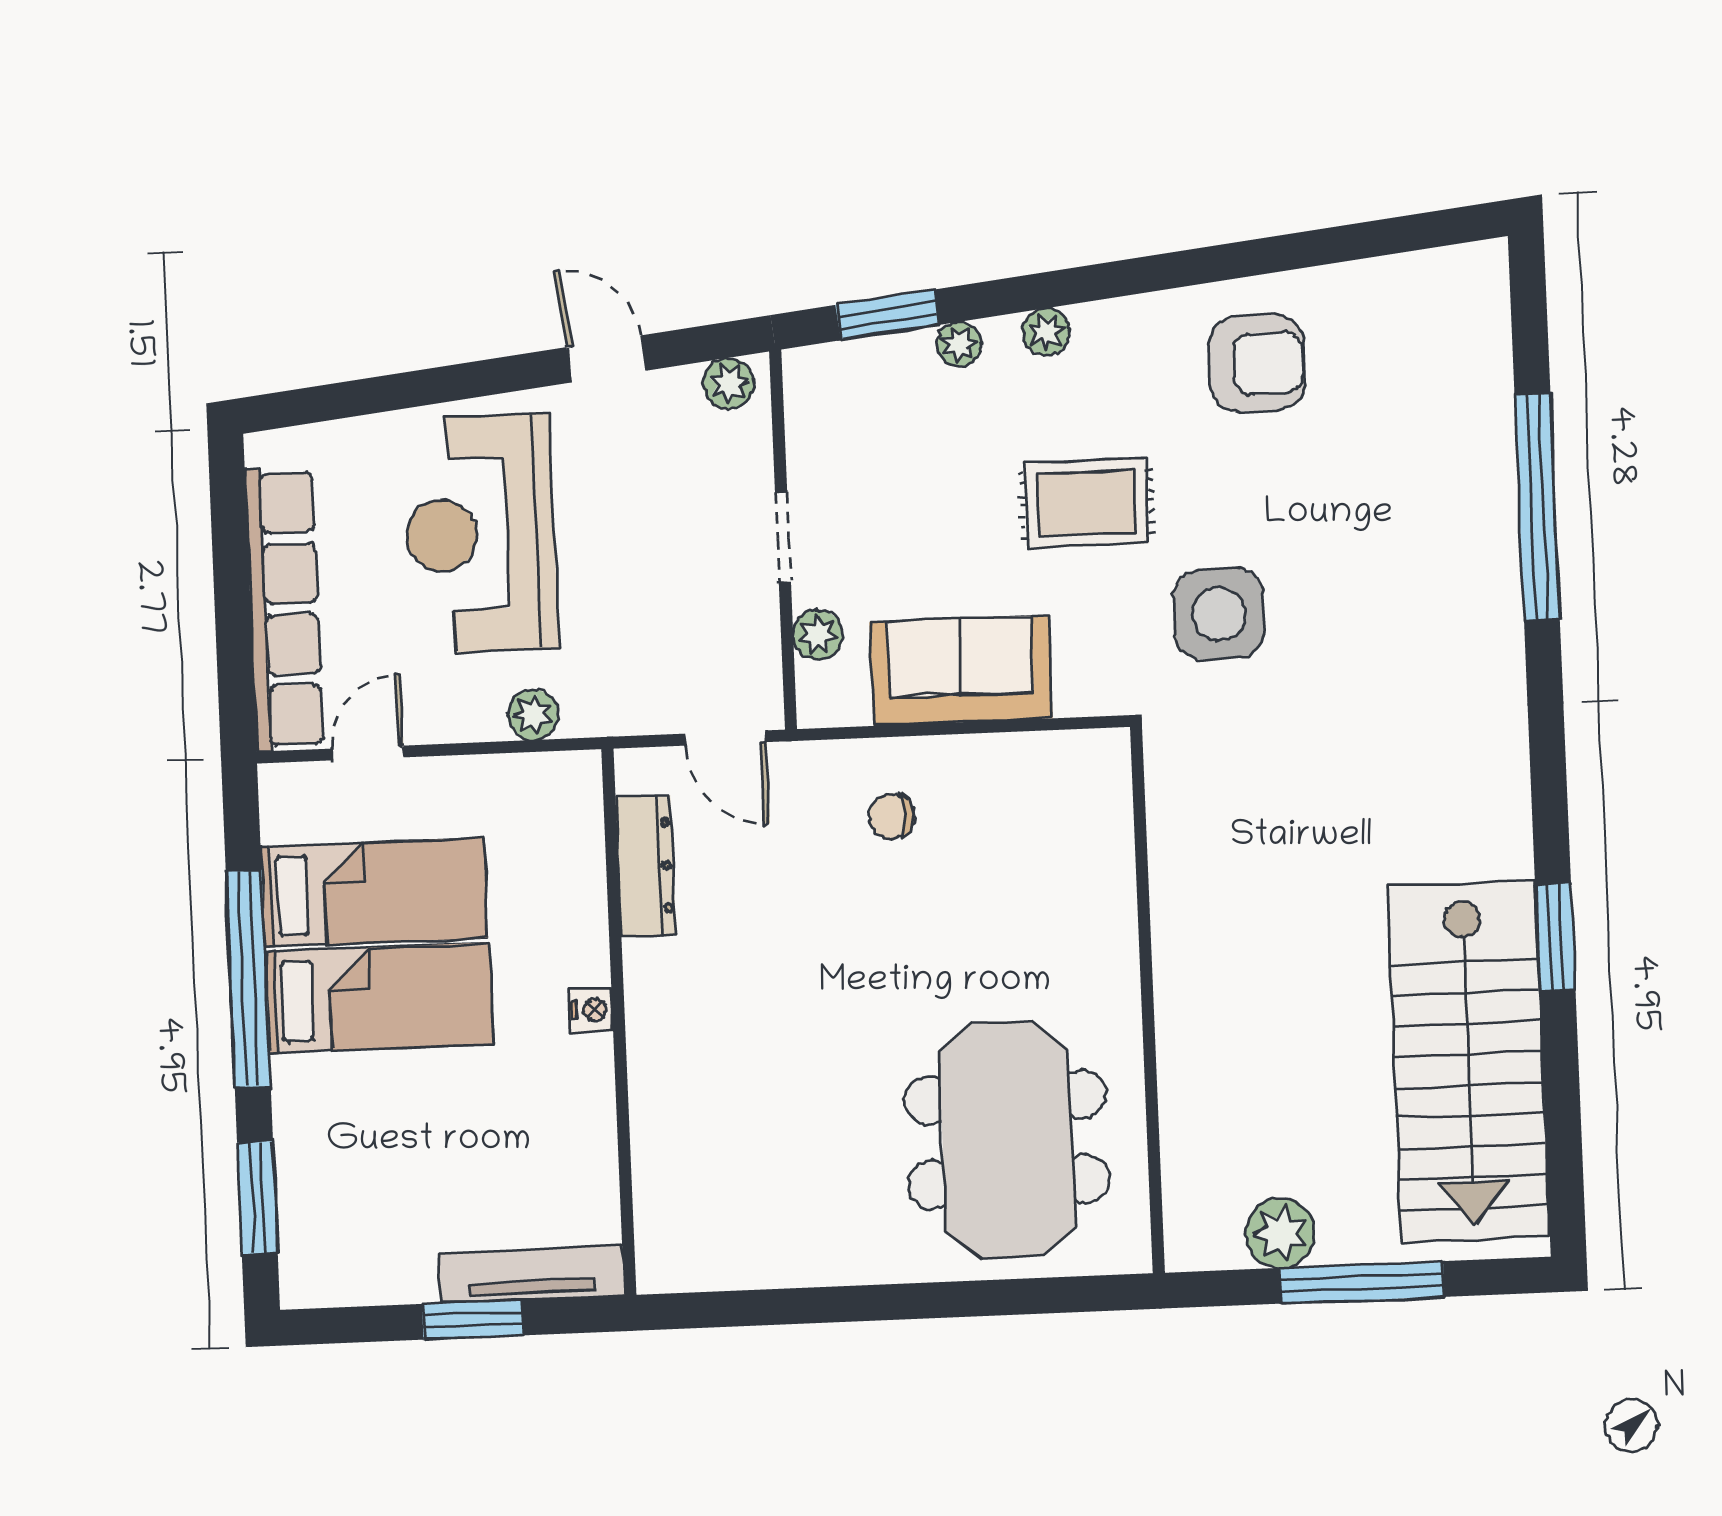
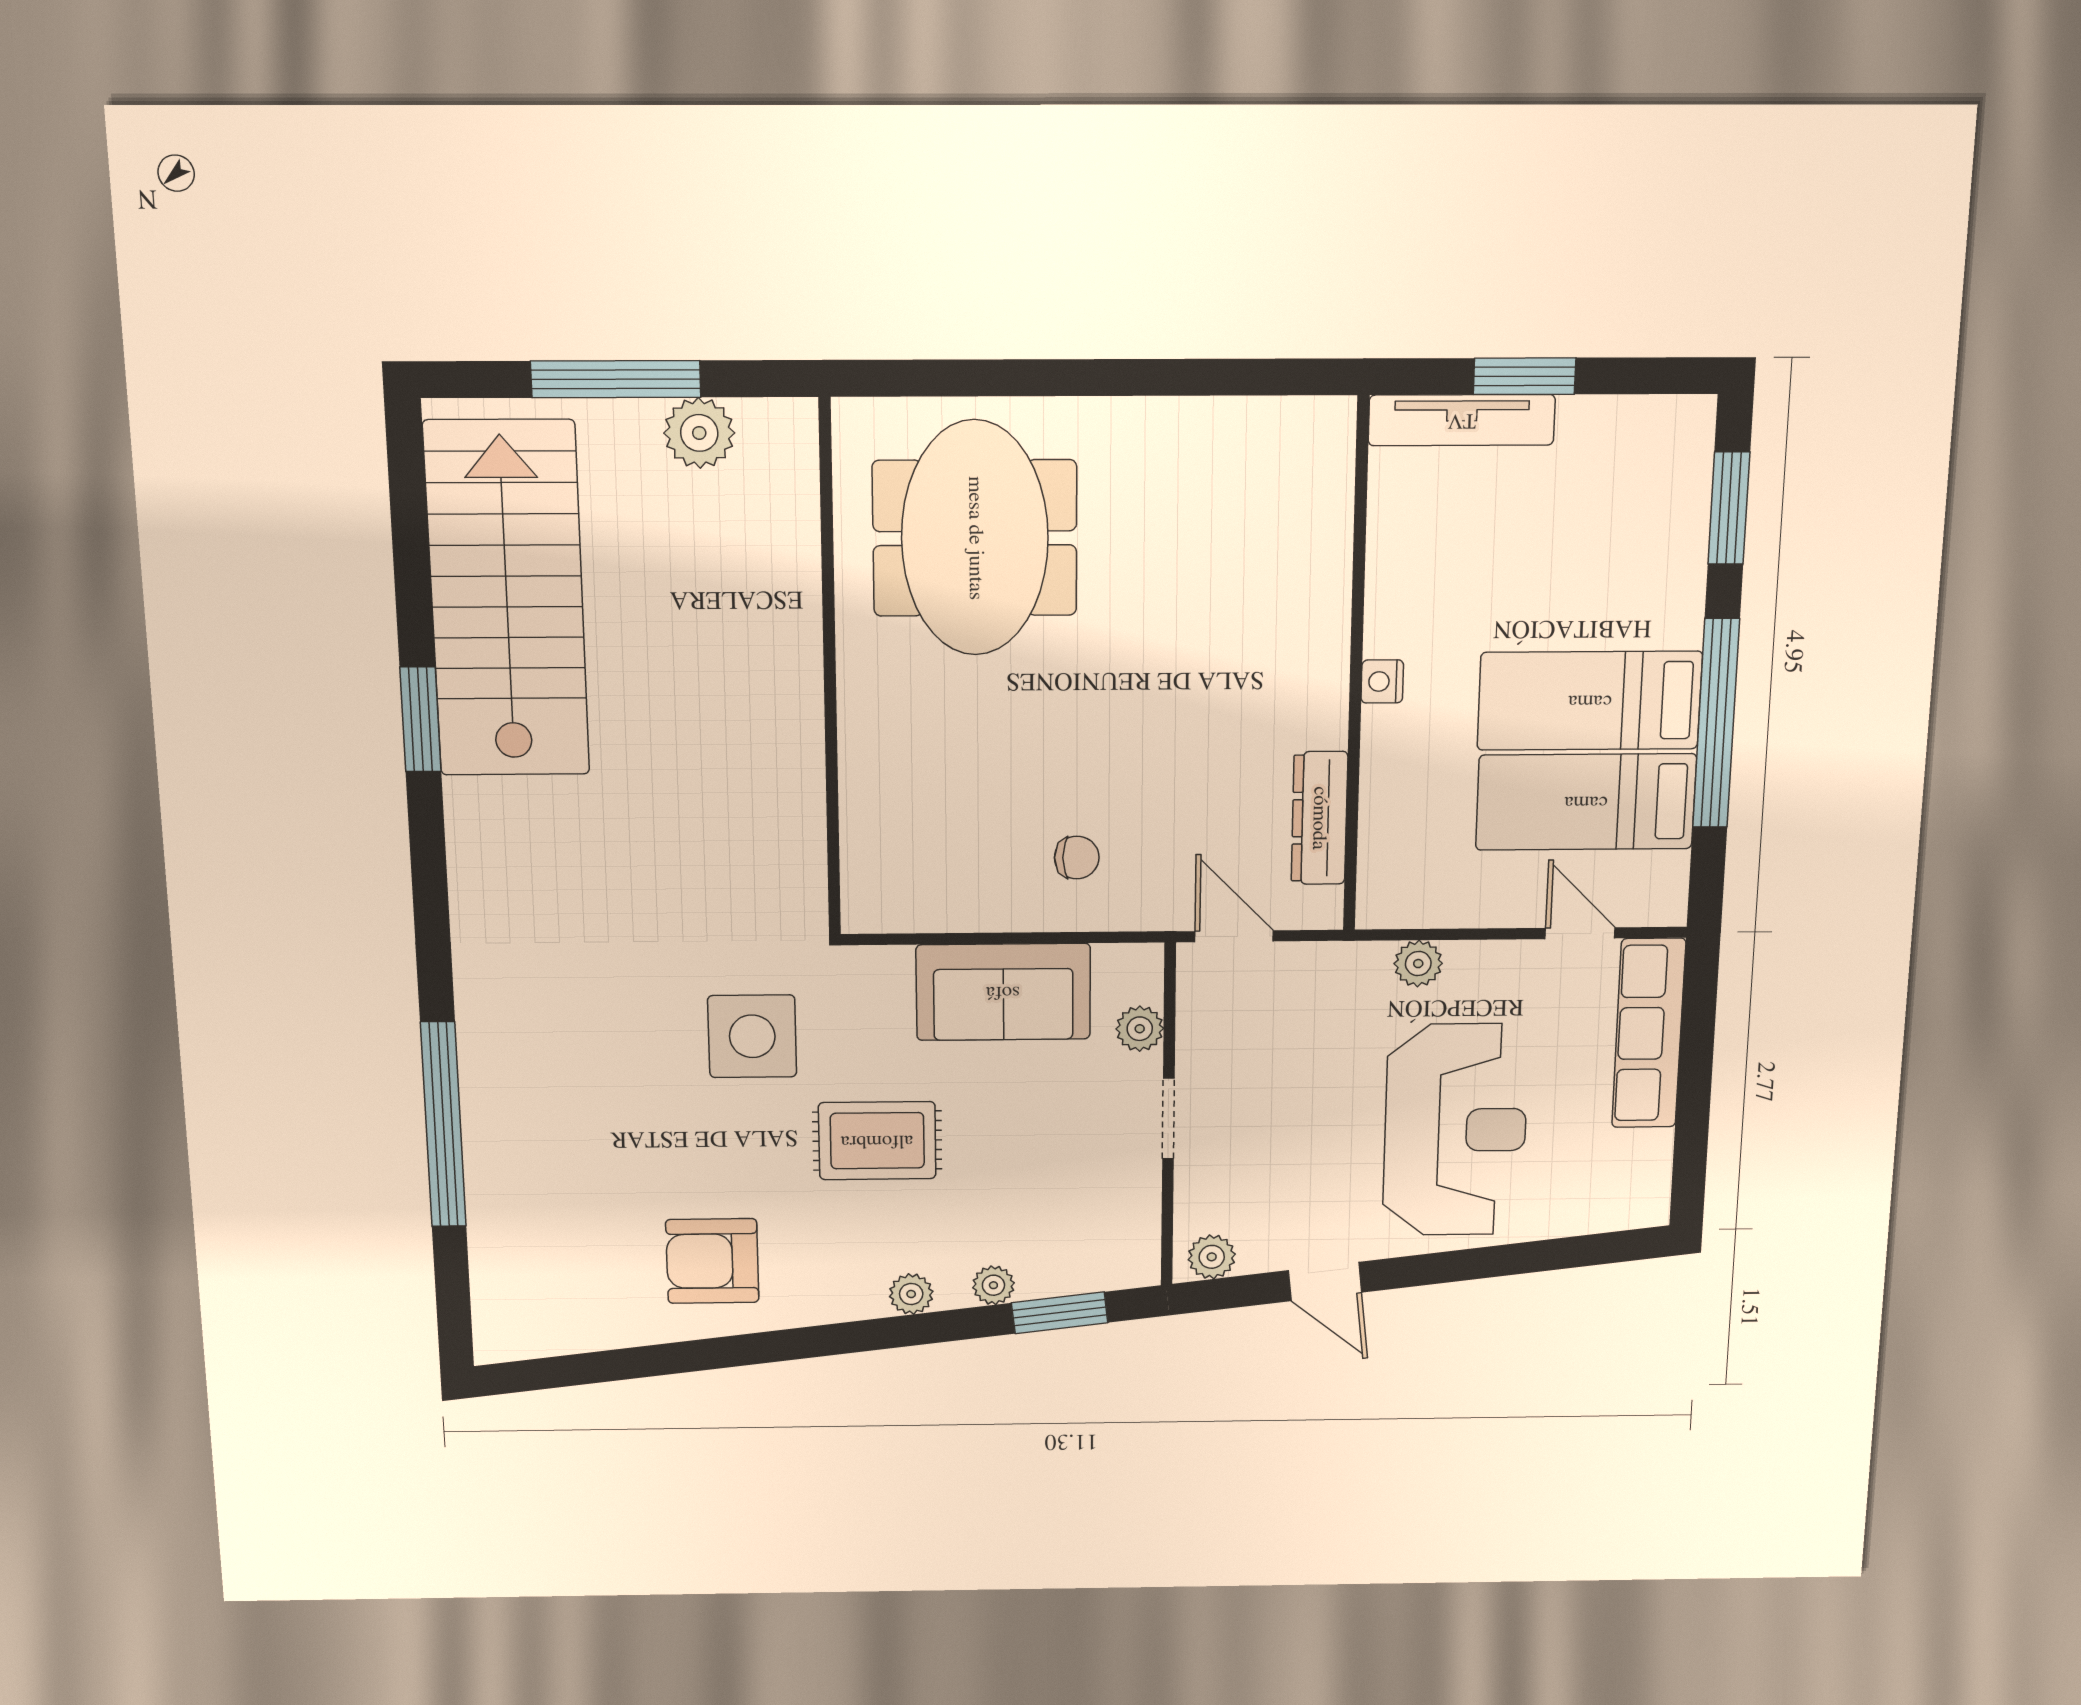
row of seats: (284, 609) -> (1649, 1033), width x0.73
door: (367, 753) -> (1580, 933), swing flipped

